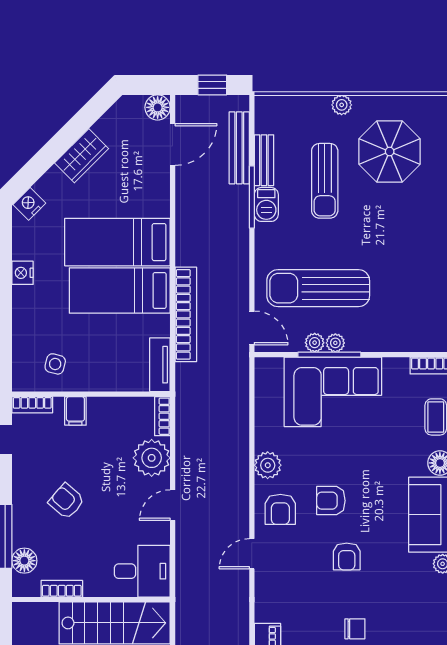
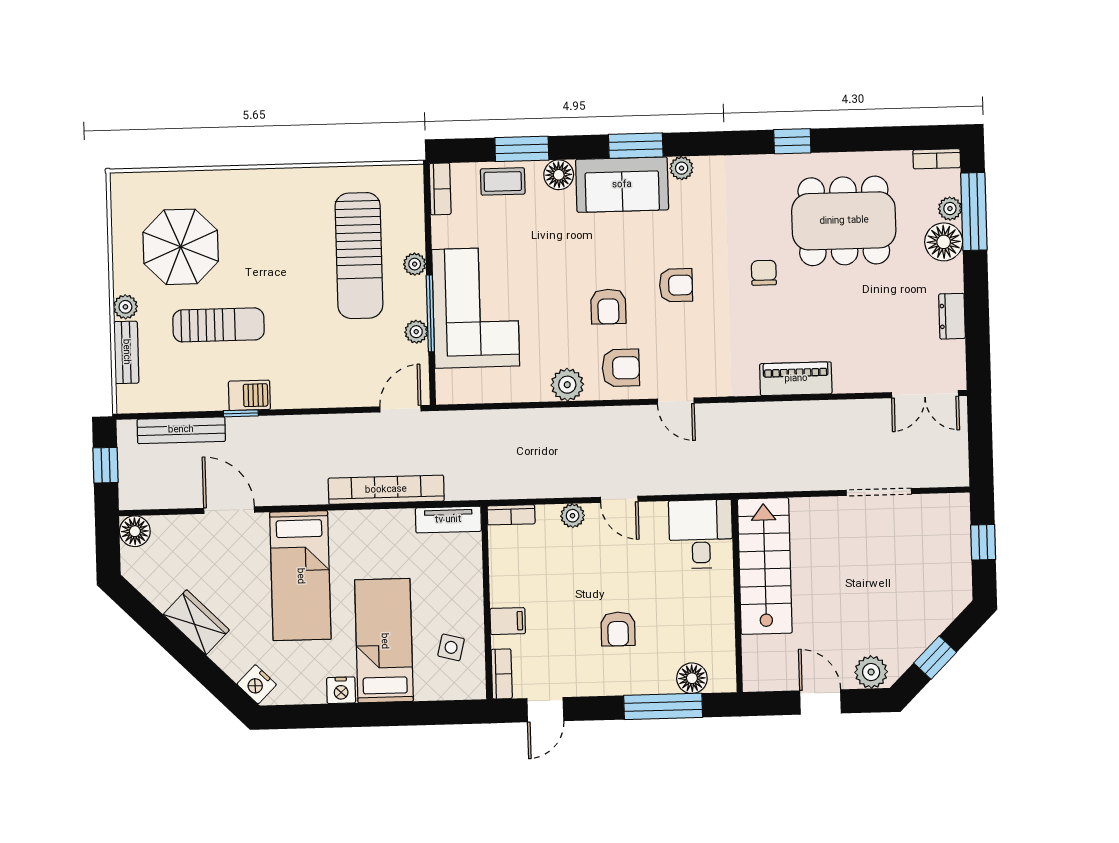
door: (173, 144) -> (229, 510), moved
bench: (264, 160) -> (126, 352), moved, turned 90
window: (252, 197) -> (241, 413), width x0.46
sun lounger: (318, 288) -> (359, 256), moved
bed: (120, 290) -> (384, 641), moved, turned 180
plant: (335, 343) -> (415, 264), moved
plant: (152, 458) -> (573, 516), width x0.53, depth x0.53
armchair: (66, 501) -> (618, 629), turned -41
bookcase: (62, 589) -> (725, 632), removed

